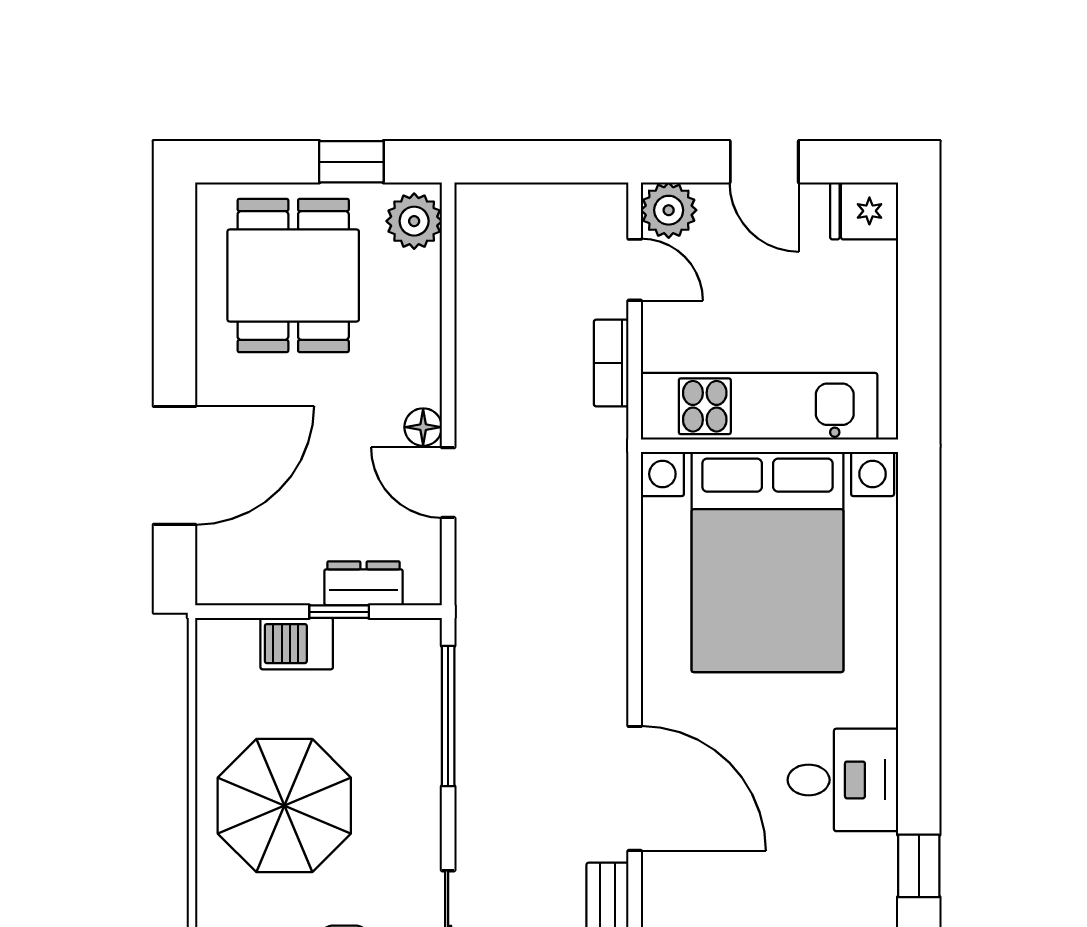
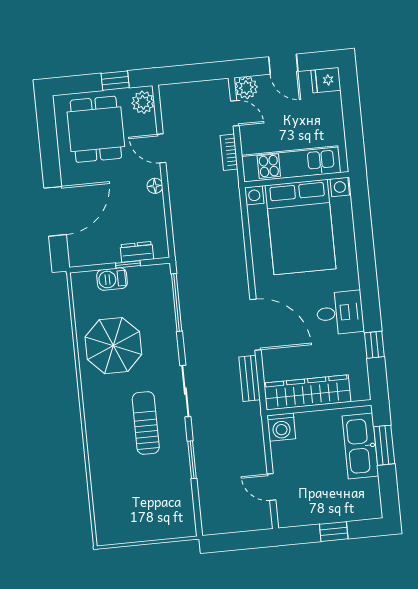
door: (448, 483) -> (162, 148), moved

